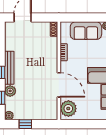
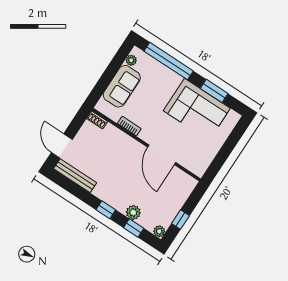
bench: (9, 68) -> (75, 176), moved
door: (59, 85) -> (162, 155), swing flipped
plant: (68, 109) -> (194, 161), removed

